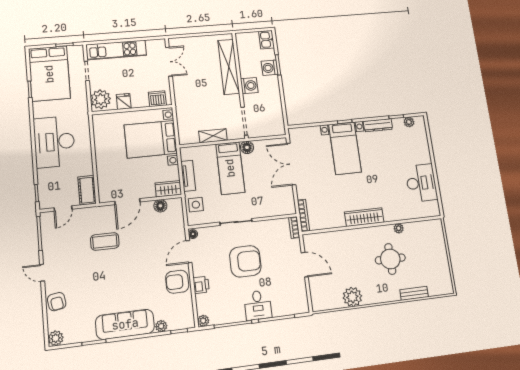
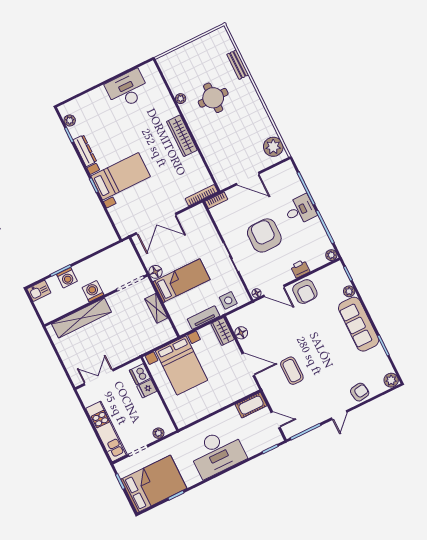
plant: (101, 99) -> (158, 433), width x0.53, depth x0.53
fridge: (124, 101) -> (147, 389), moved
door: (305, 265) -> (248, 179), swing flipped
plant: (352, 297) -> (273, 147), moved

